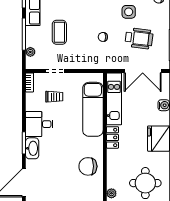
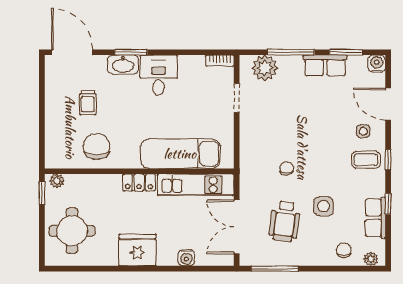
coffee table: (59, 32) -> (294, 104), removed
plant: (30, 52) -> (265, 68), width x1.88, depth x1.88
trolley: (54, 97) -> (88, 103), moved

